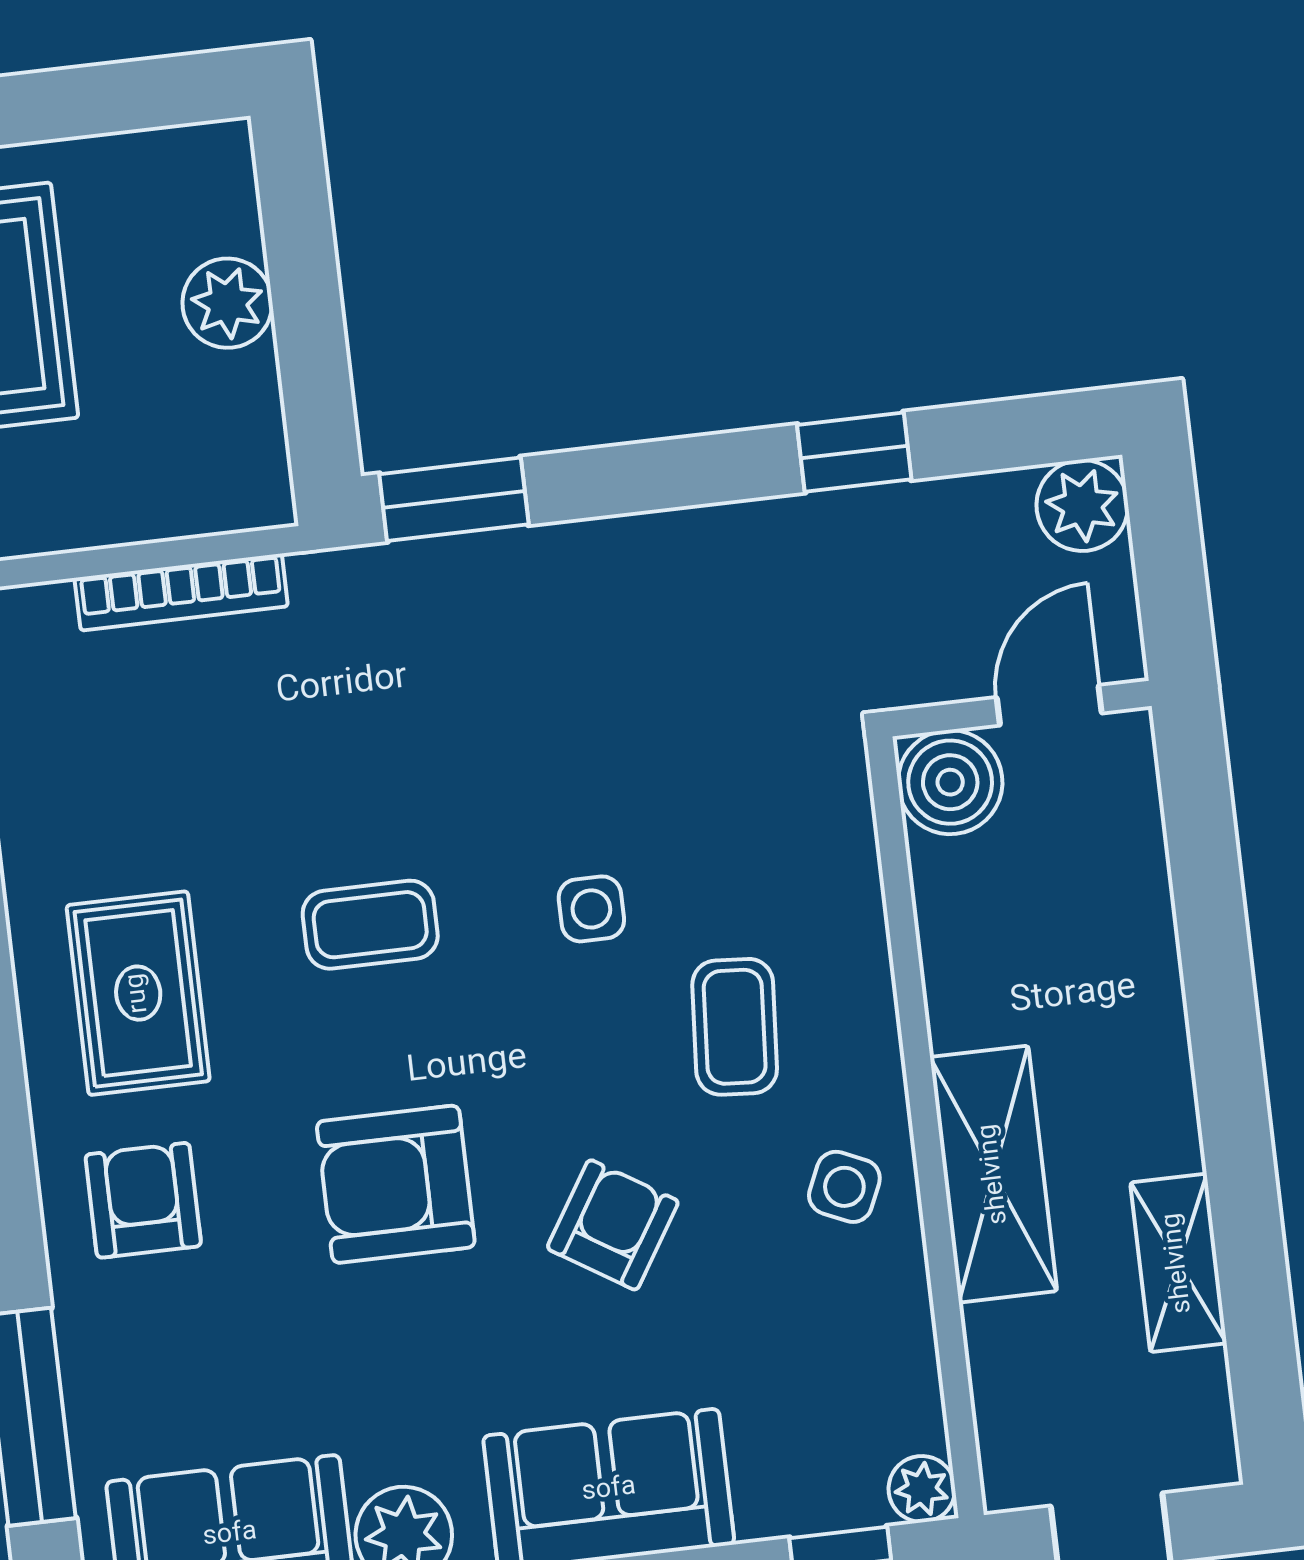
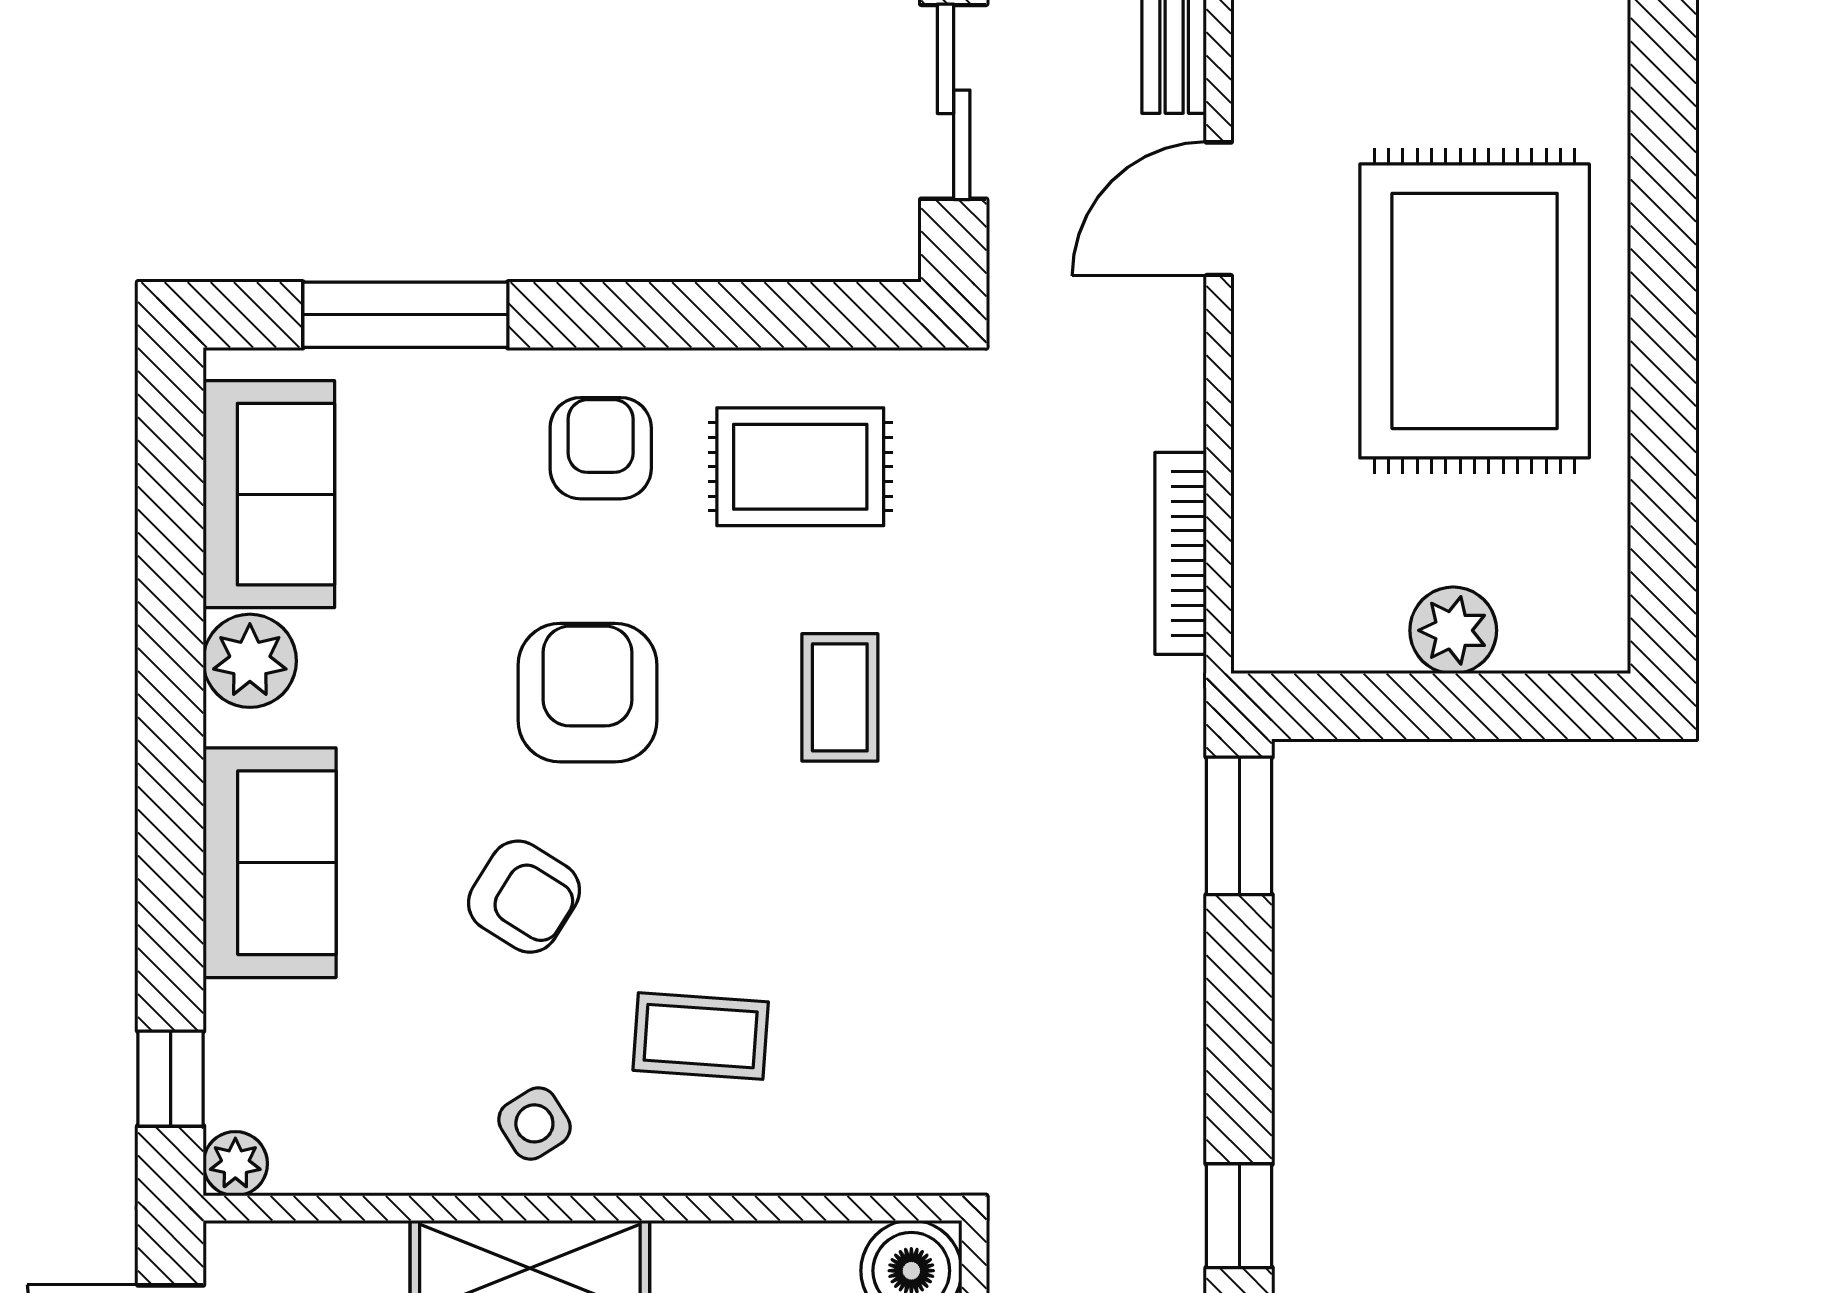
side table: (591, 909) -> (830, 912), removed
side table: (844, 1187) -> (534, 1123), turned 34
armchair: (143, 1200) -> (601, 448), turned -90

